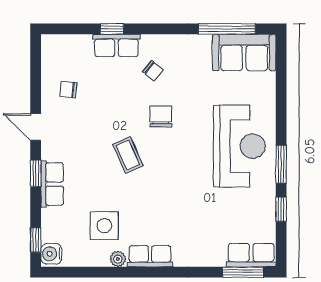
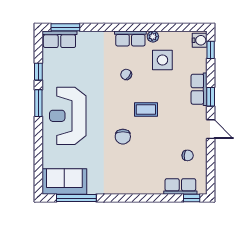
window: (112, 29) -> (192, 198), moved
row of seats: (116, 45) -> (180, 186), moved
chair: (153, 71) -> (126, 74), moved
coffee table: (128, 155) -> (146, 109), turned -66

